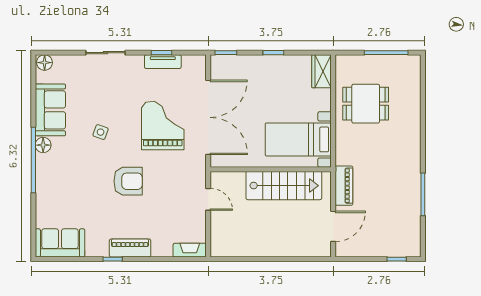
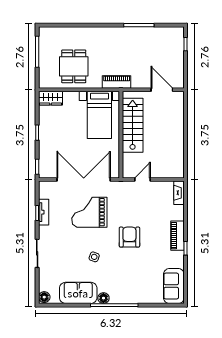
piano: (344, 186) -> (117, 82), moved

